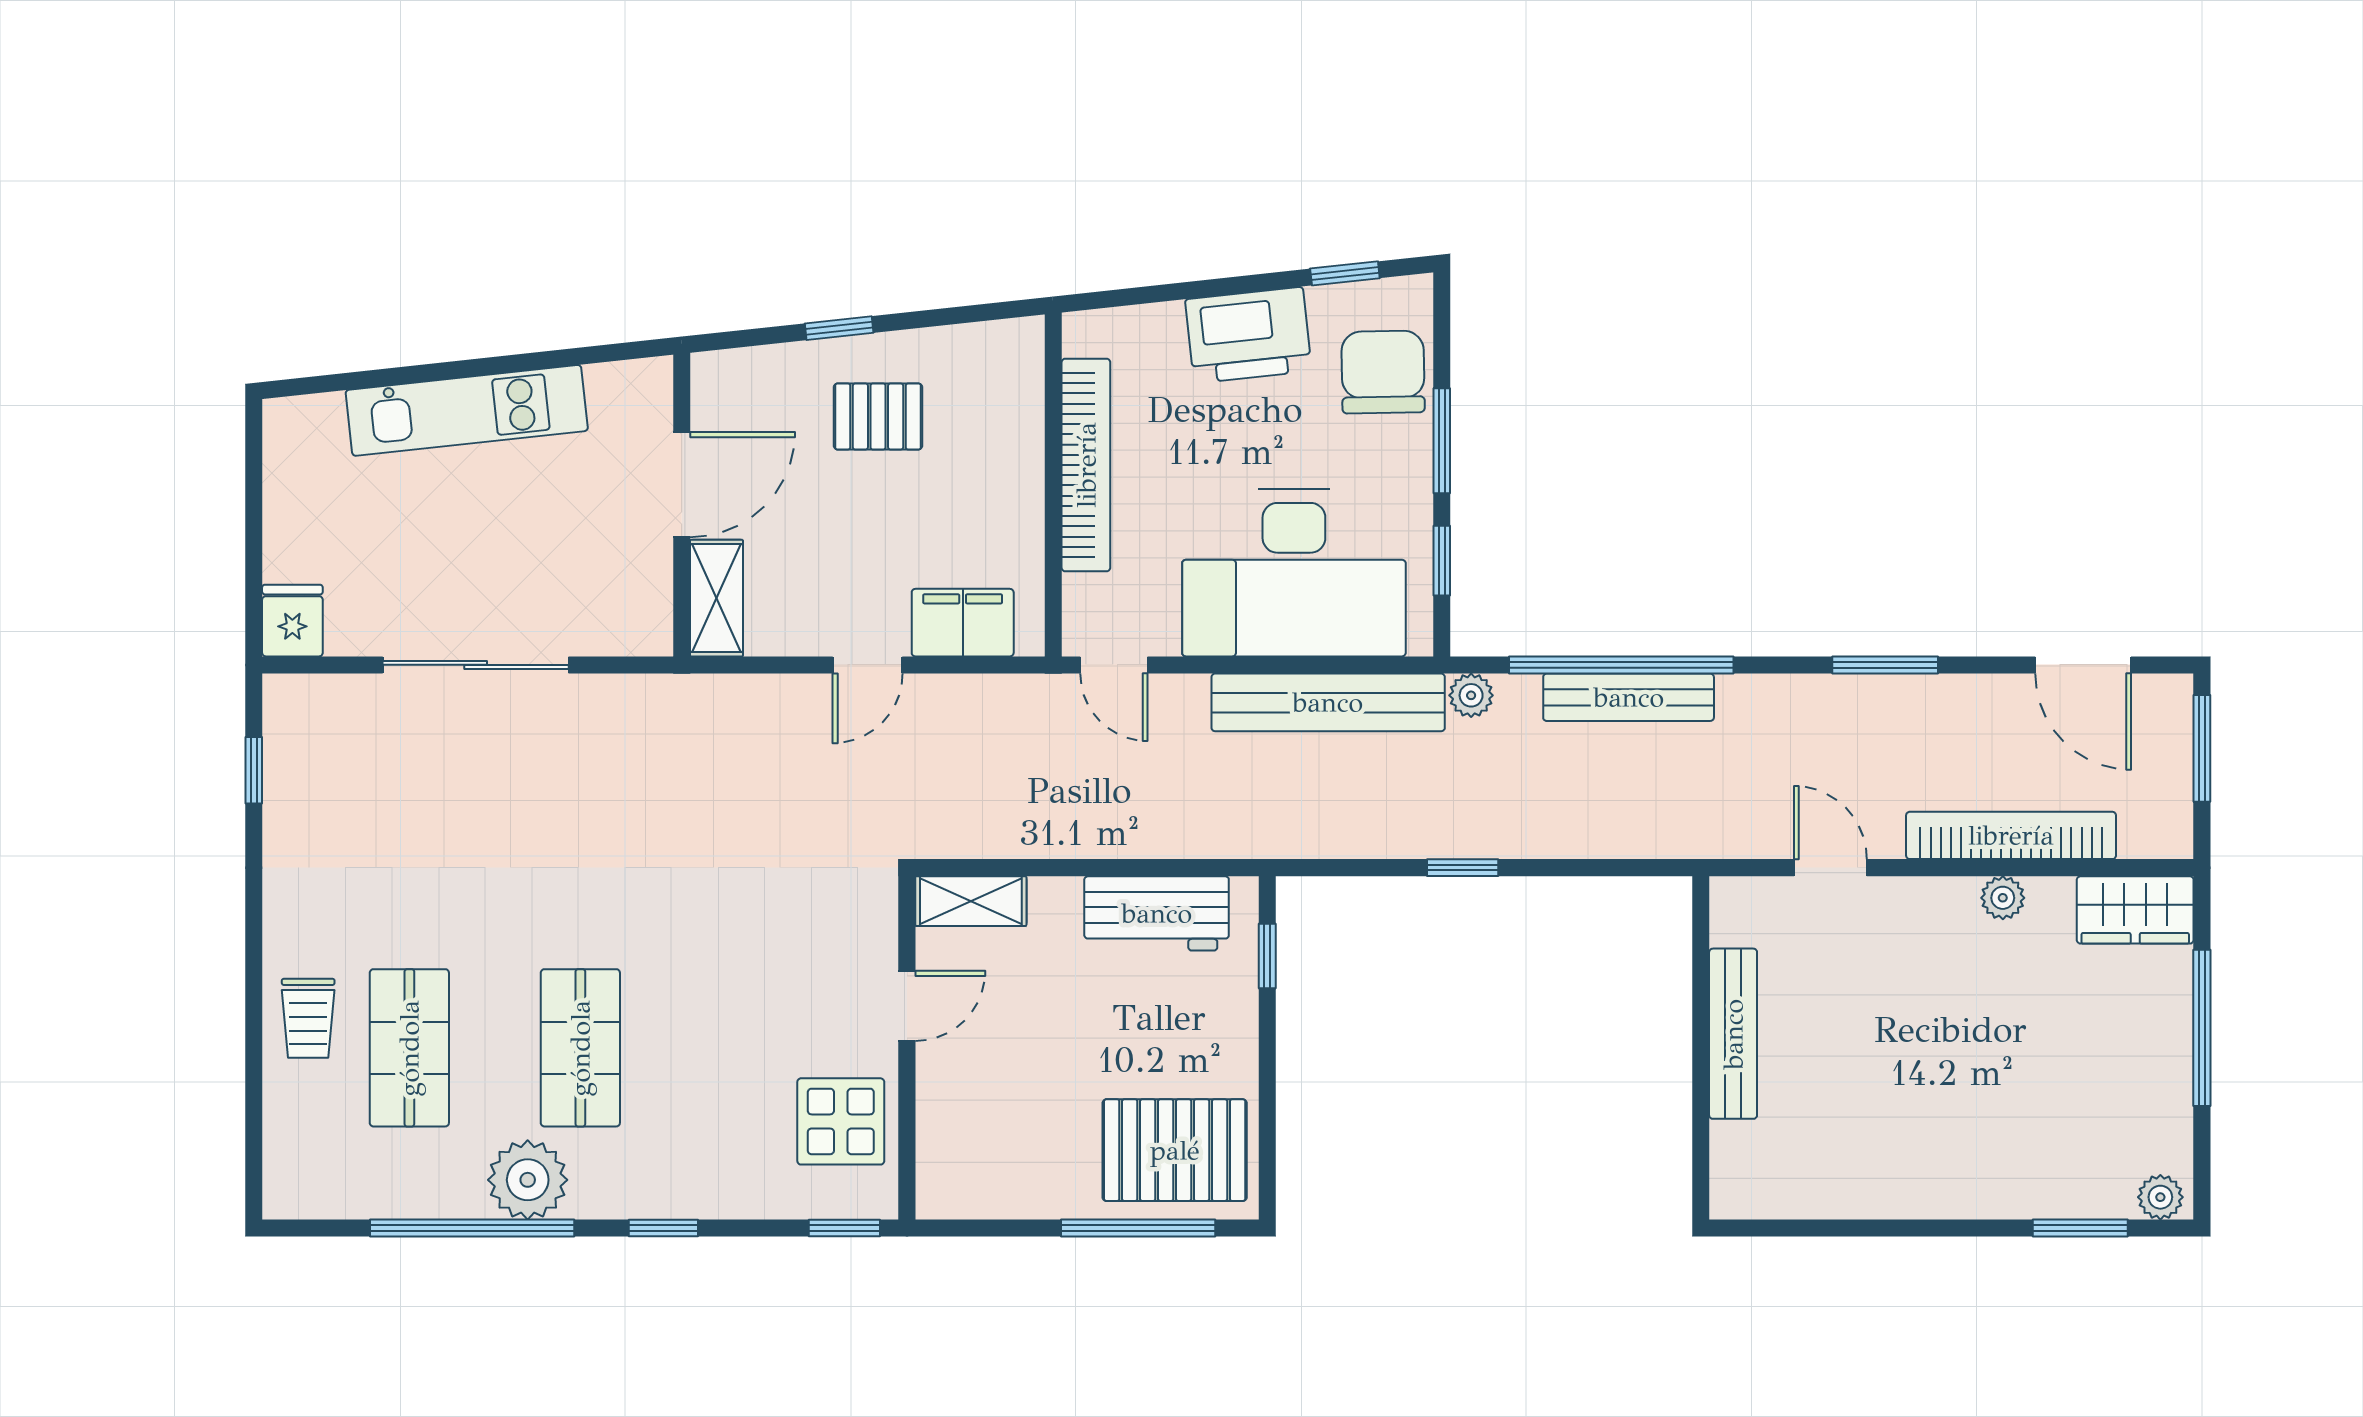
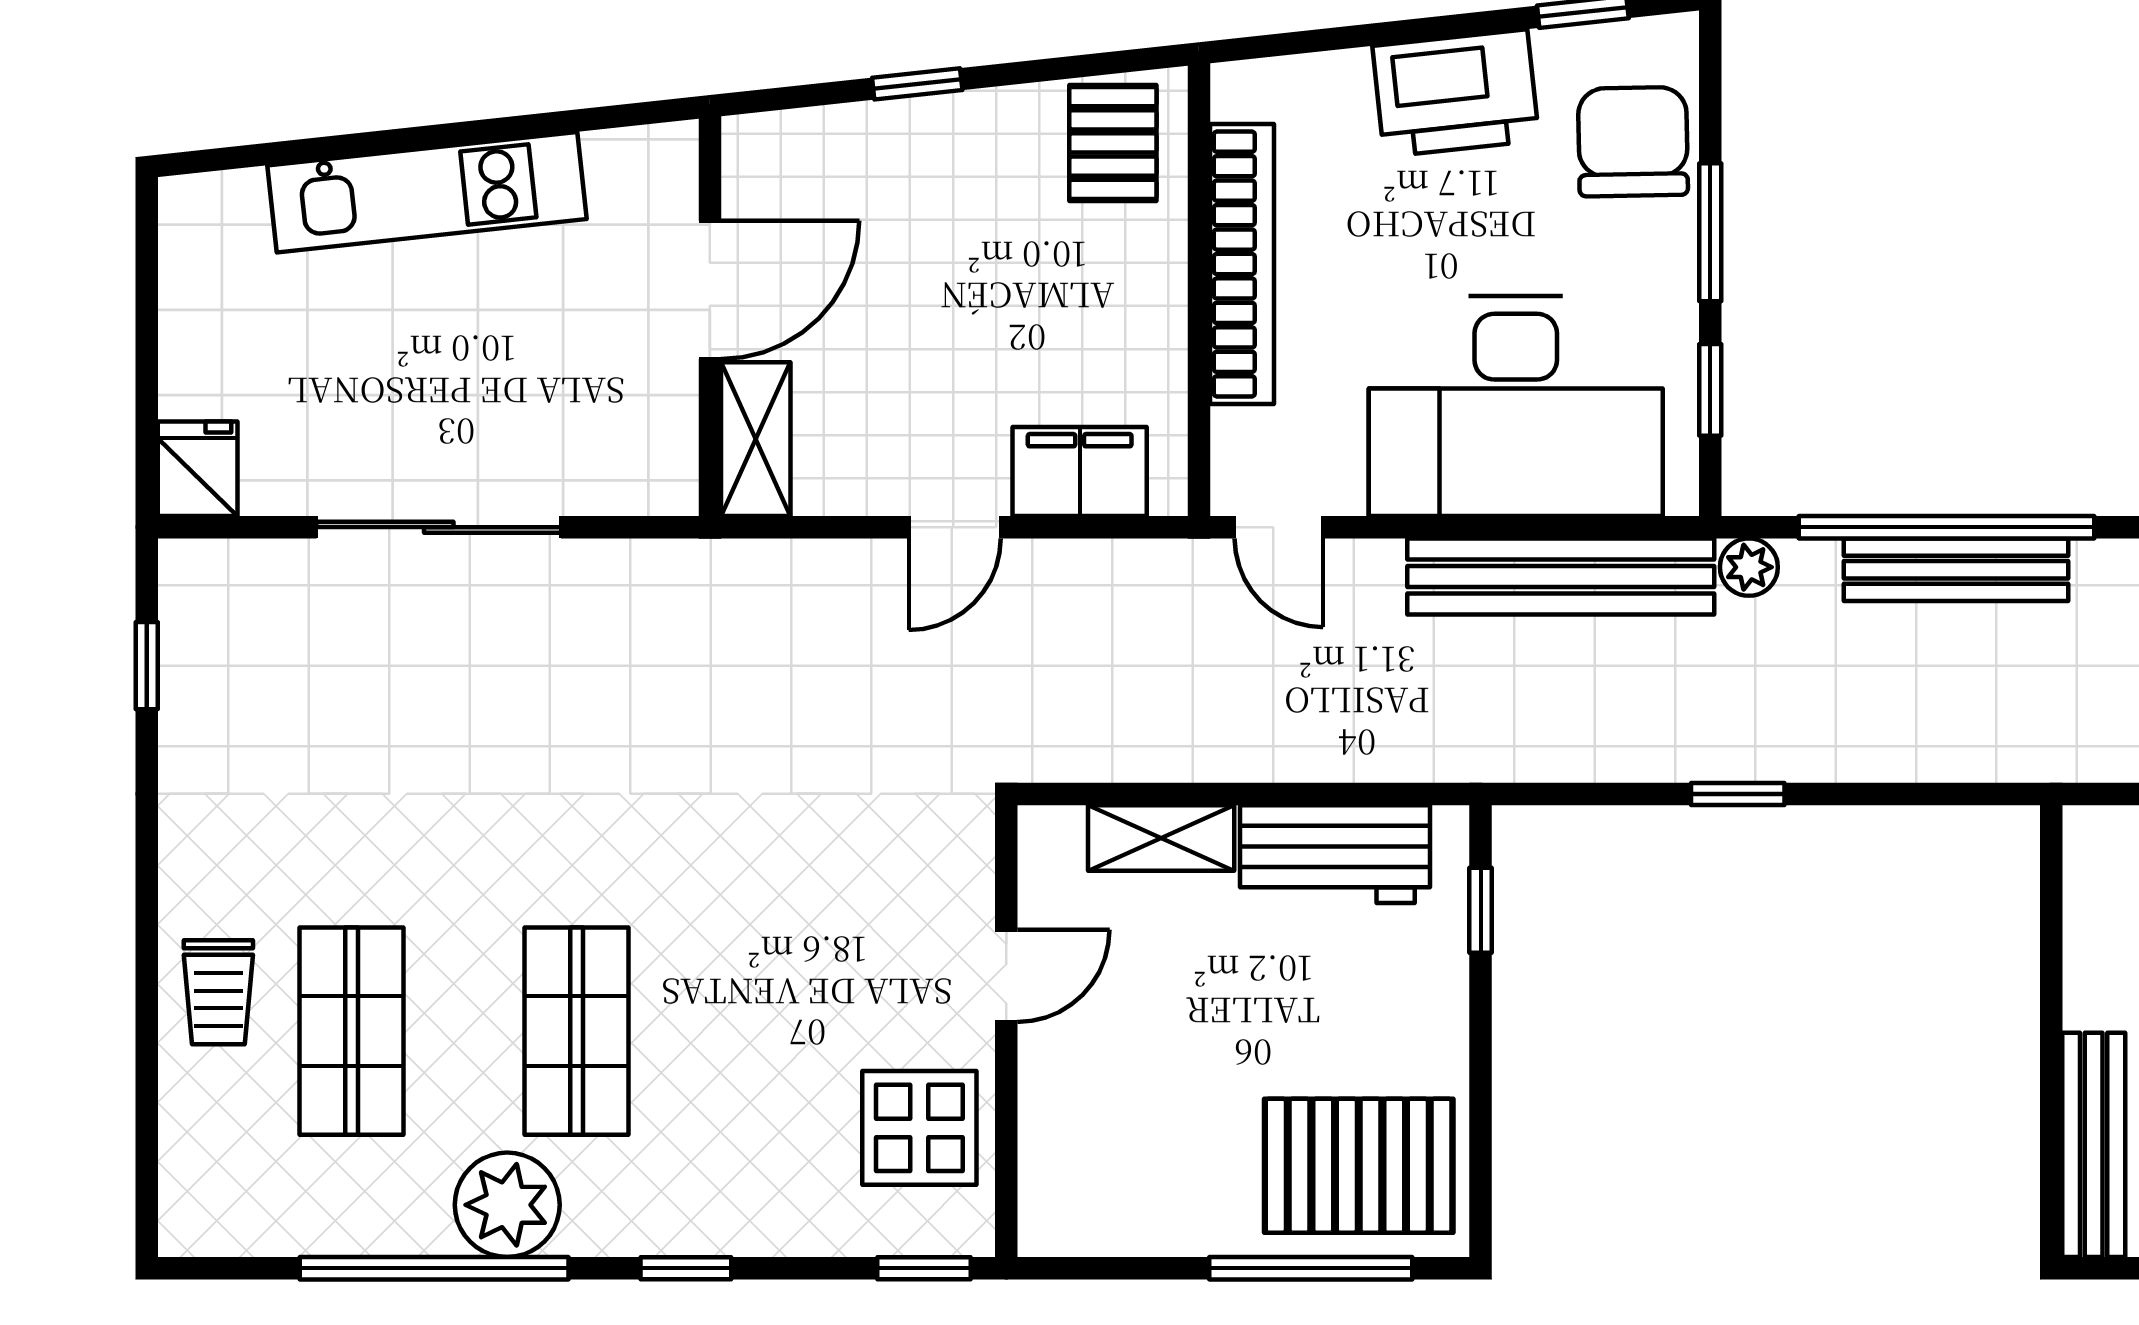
pallet: (878, 416) -> (1113, 143), moved, turned 90
shelving: (971, 901) -> (1161, 838), moved
bench: (1733, 1034) -> (2094, 1145), moved

